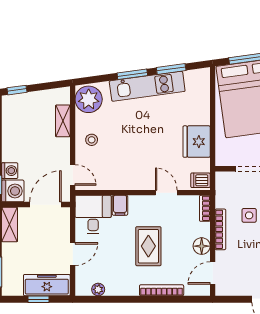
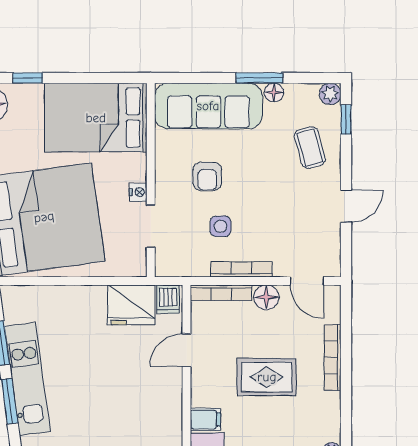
fridge: (197, 142) -> (131, 305), moved
bookcase: (205, 208) -> (221, 293), width x1.56

